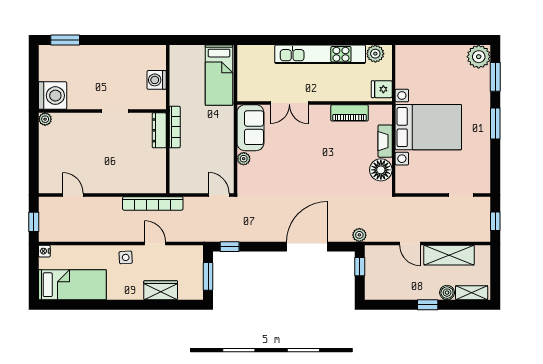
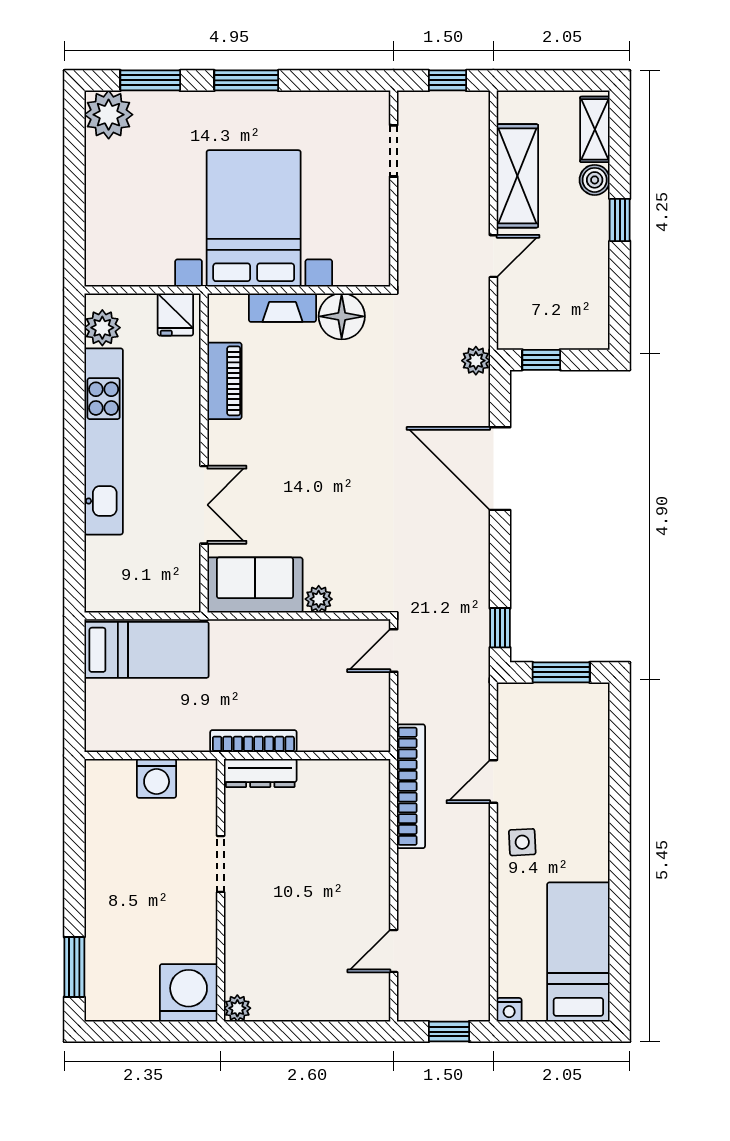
wardrobe: (161, 290) -> (590, 770), removed

